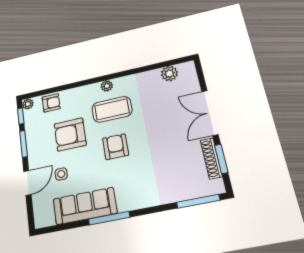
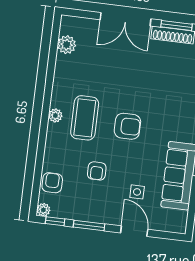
armchair: (70, 134) -> (97, 171), width x0.53, depth x0.53
armchair: (116, 147) -> (127, 126), turned 180

